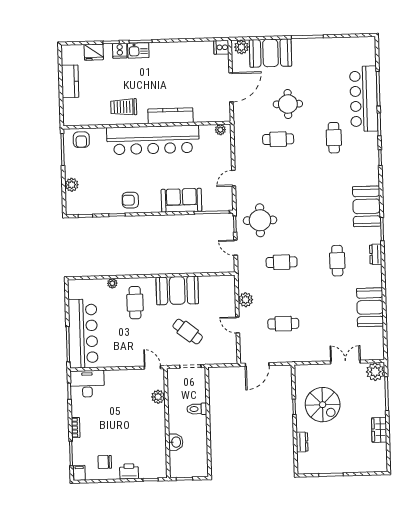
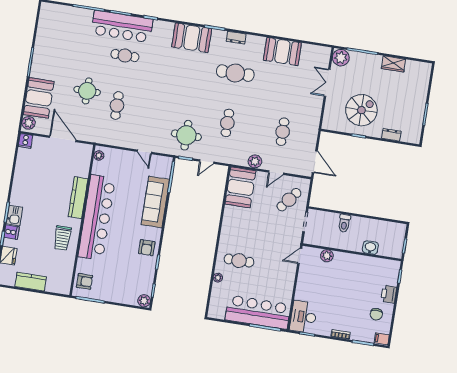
bar counter: (364, 99) -> (122, 26), moved
plant: (72, 185) -> (144, 301), moved
sofa: (181, 200) -> (155, 202), width x1.36
cafe table: (337, 261) -> (235, 73), width x1.37, depth x1.35
booth: (177, 290) -> (240, 187), moved
cafe table: (188, 332) -> (289, 200), moved

